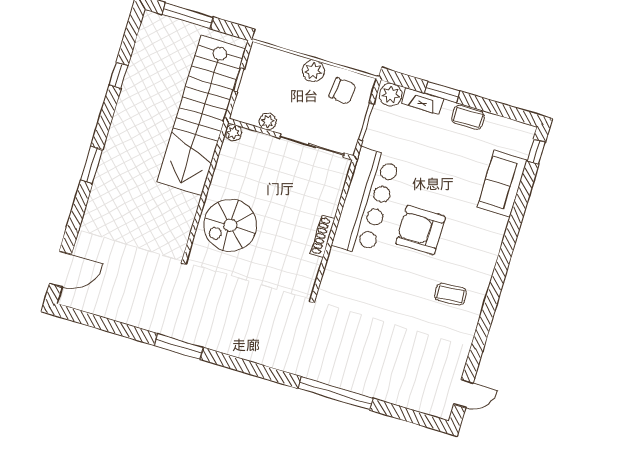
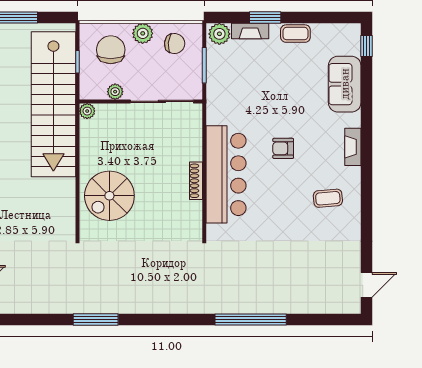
chair: (276, 78) -> (111, 50), added
bar counter: (366, 202) -> (226, 174), moved
armchair: (421, 230) -> (283, 148), width x0.53, depth x0.53
fireplace: (492, 250) -> (353, 147), added

